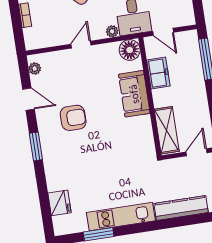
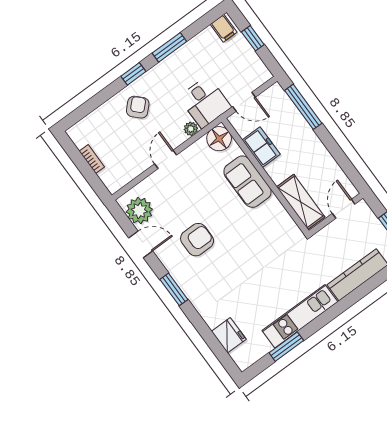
plant: (35, 69) -> (139, 211), width x1.88, depth x1.88

